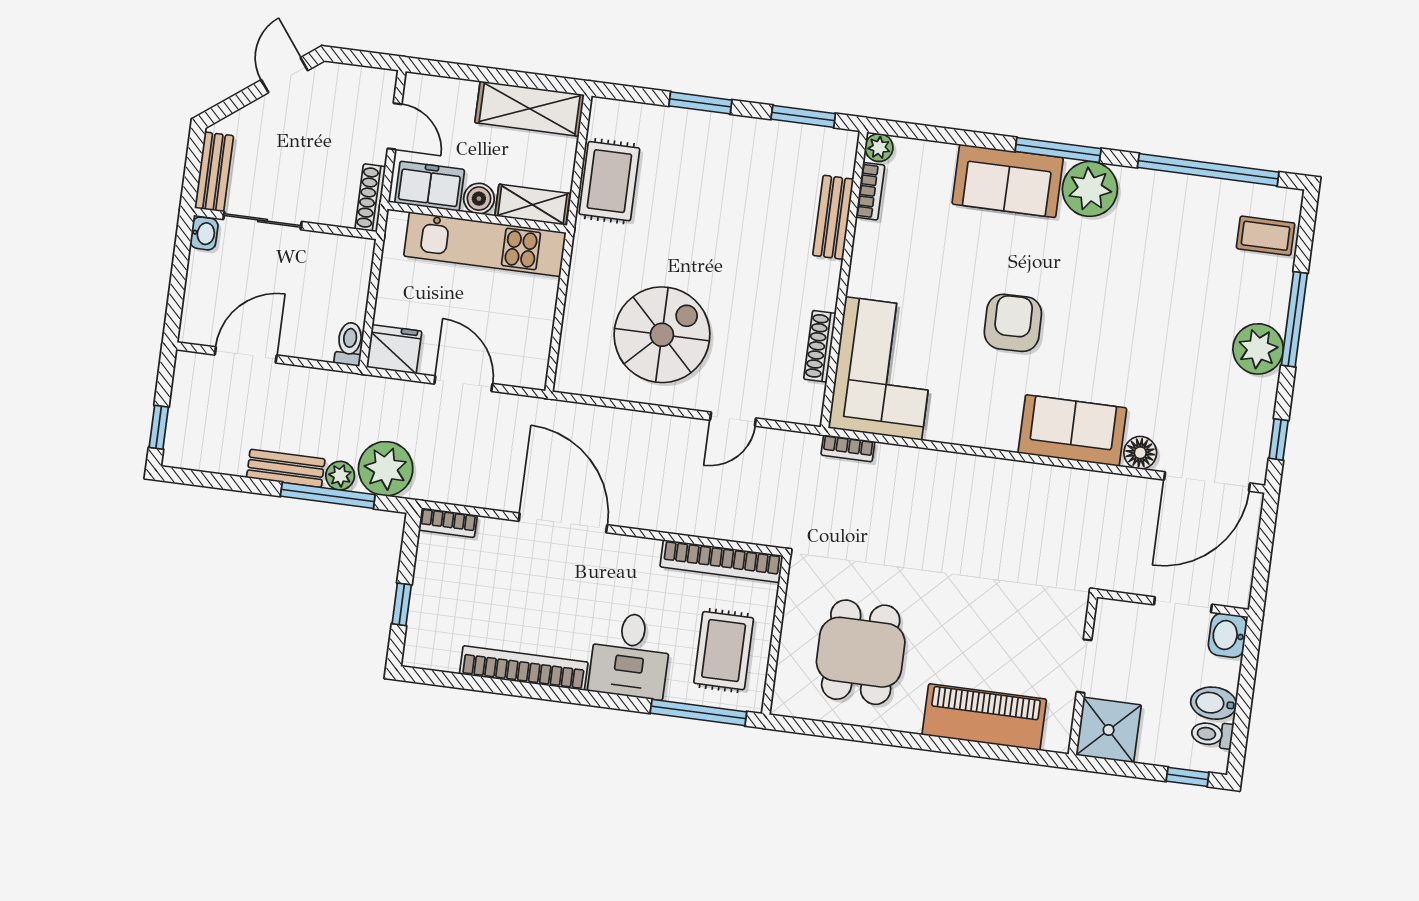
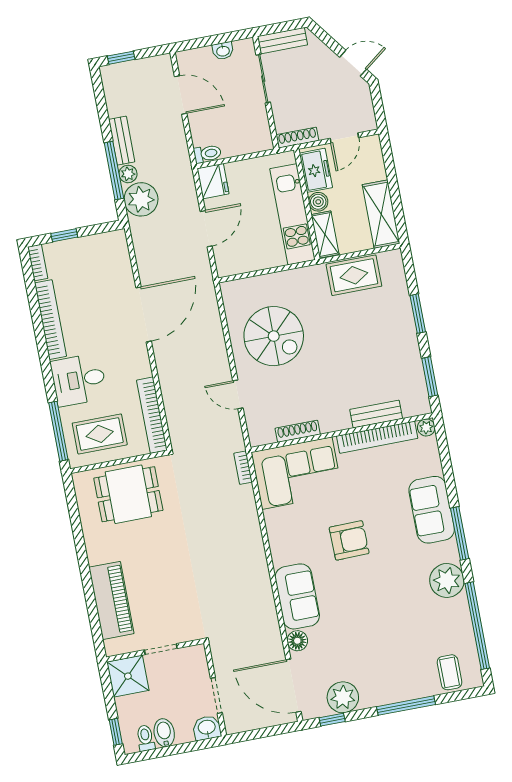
plant: (1090, 189) -> (447, 580), moved
bookcase: (870, 191) -> (377, 437), width x2.31, depth x1.31
washbasin: (204, 233) -> (223, 51), moved
plant: (1258, 349) -> (343, 697), moved
bookcase: (448, 523) -> (38, 263), moved, turned 180
dining table: (861, 652) -> (128, 494), moved

